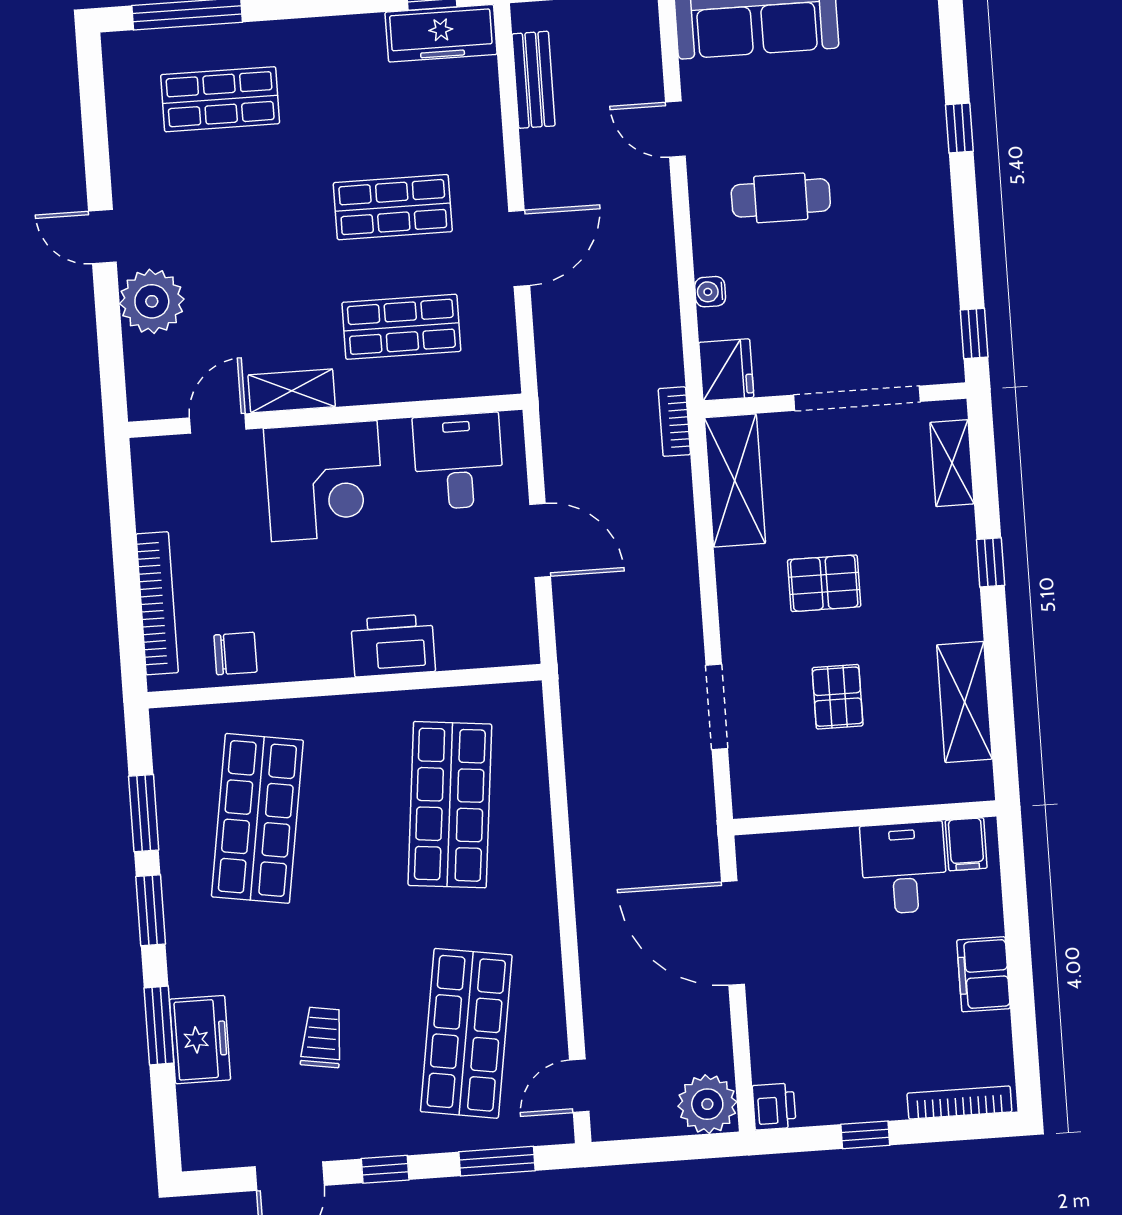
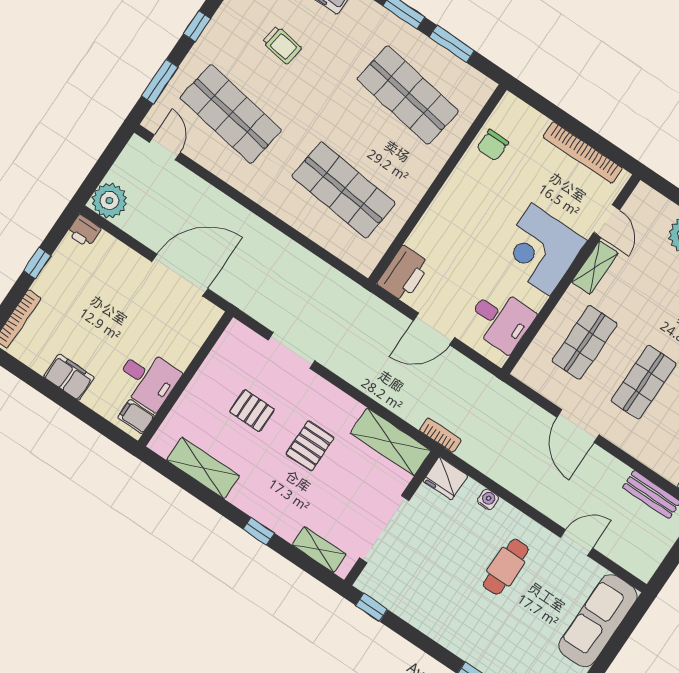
bookcase: (157, 603) -> (583, 152), moved
printer: (393, 645) -> (404, 274), moved

